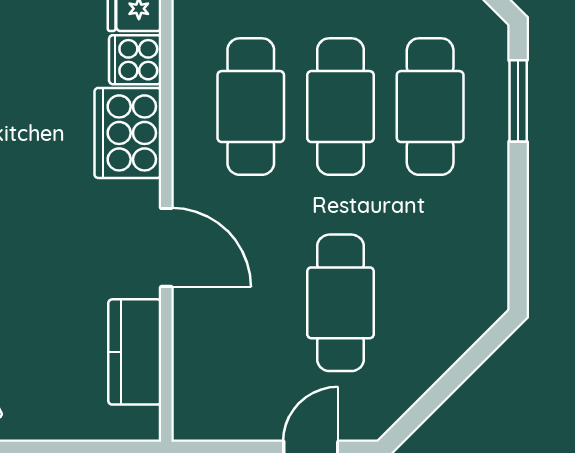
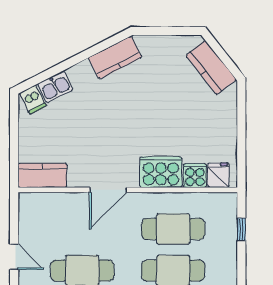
kitchen counter: (135, 352) -> (42, 175), moved

